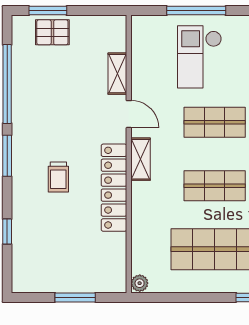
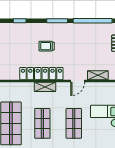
shelving: (141, 159) -> (45, 87), moved

